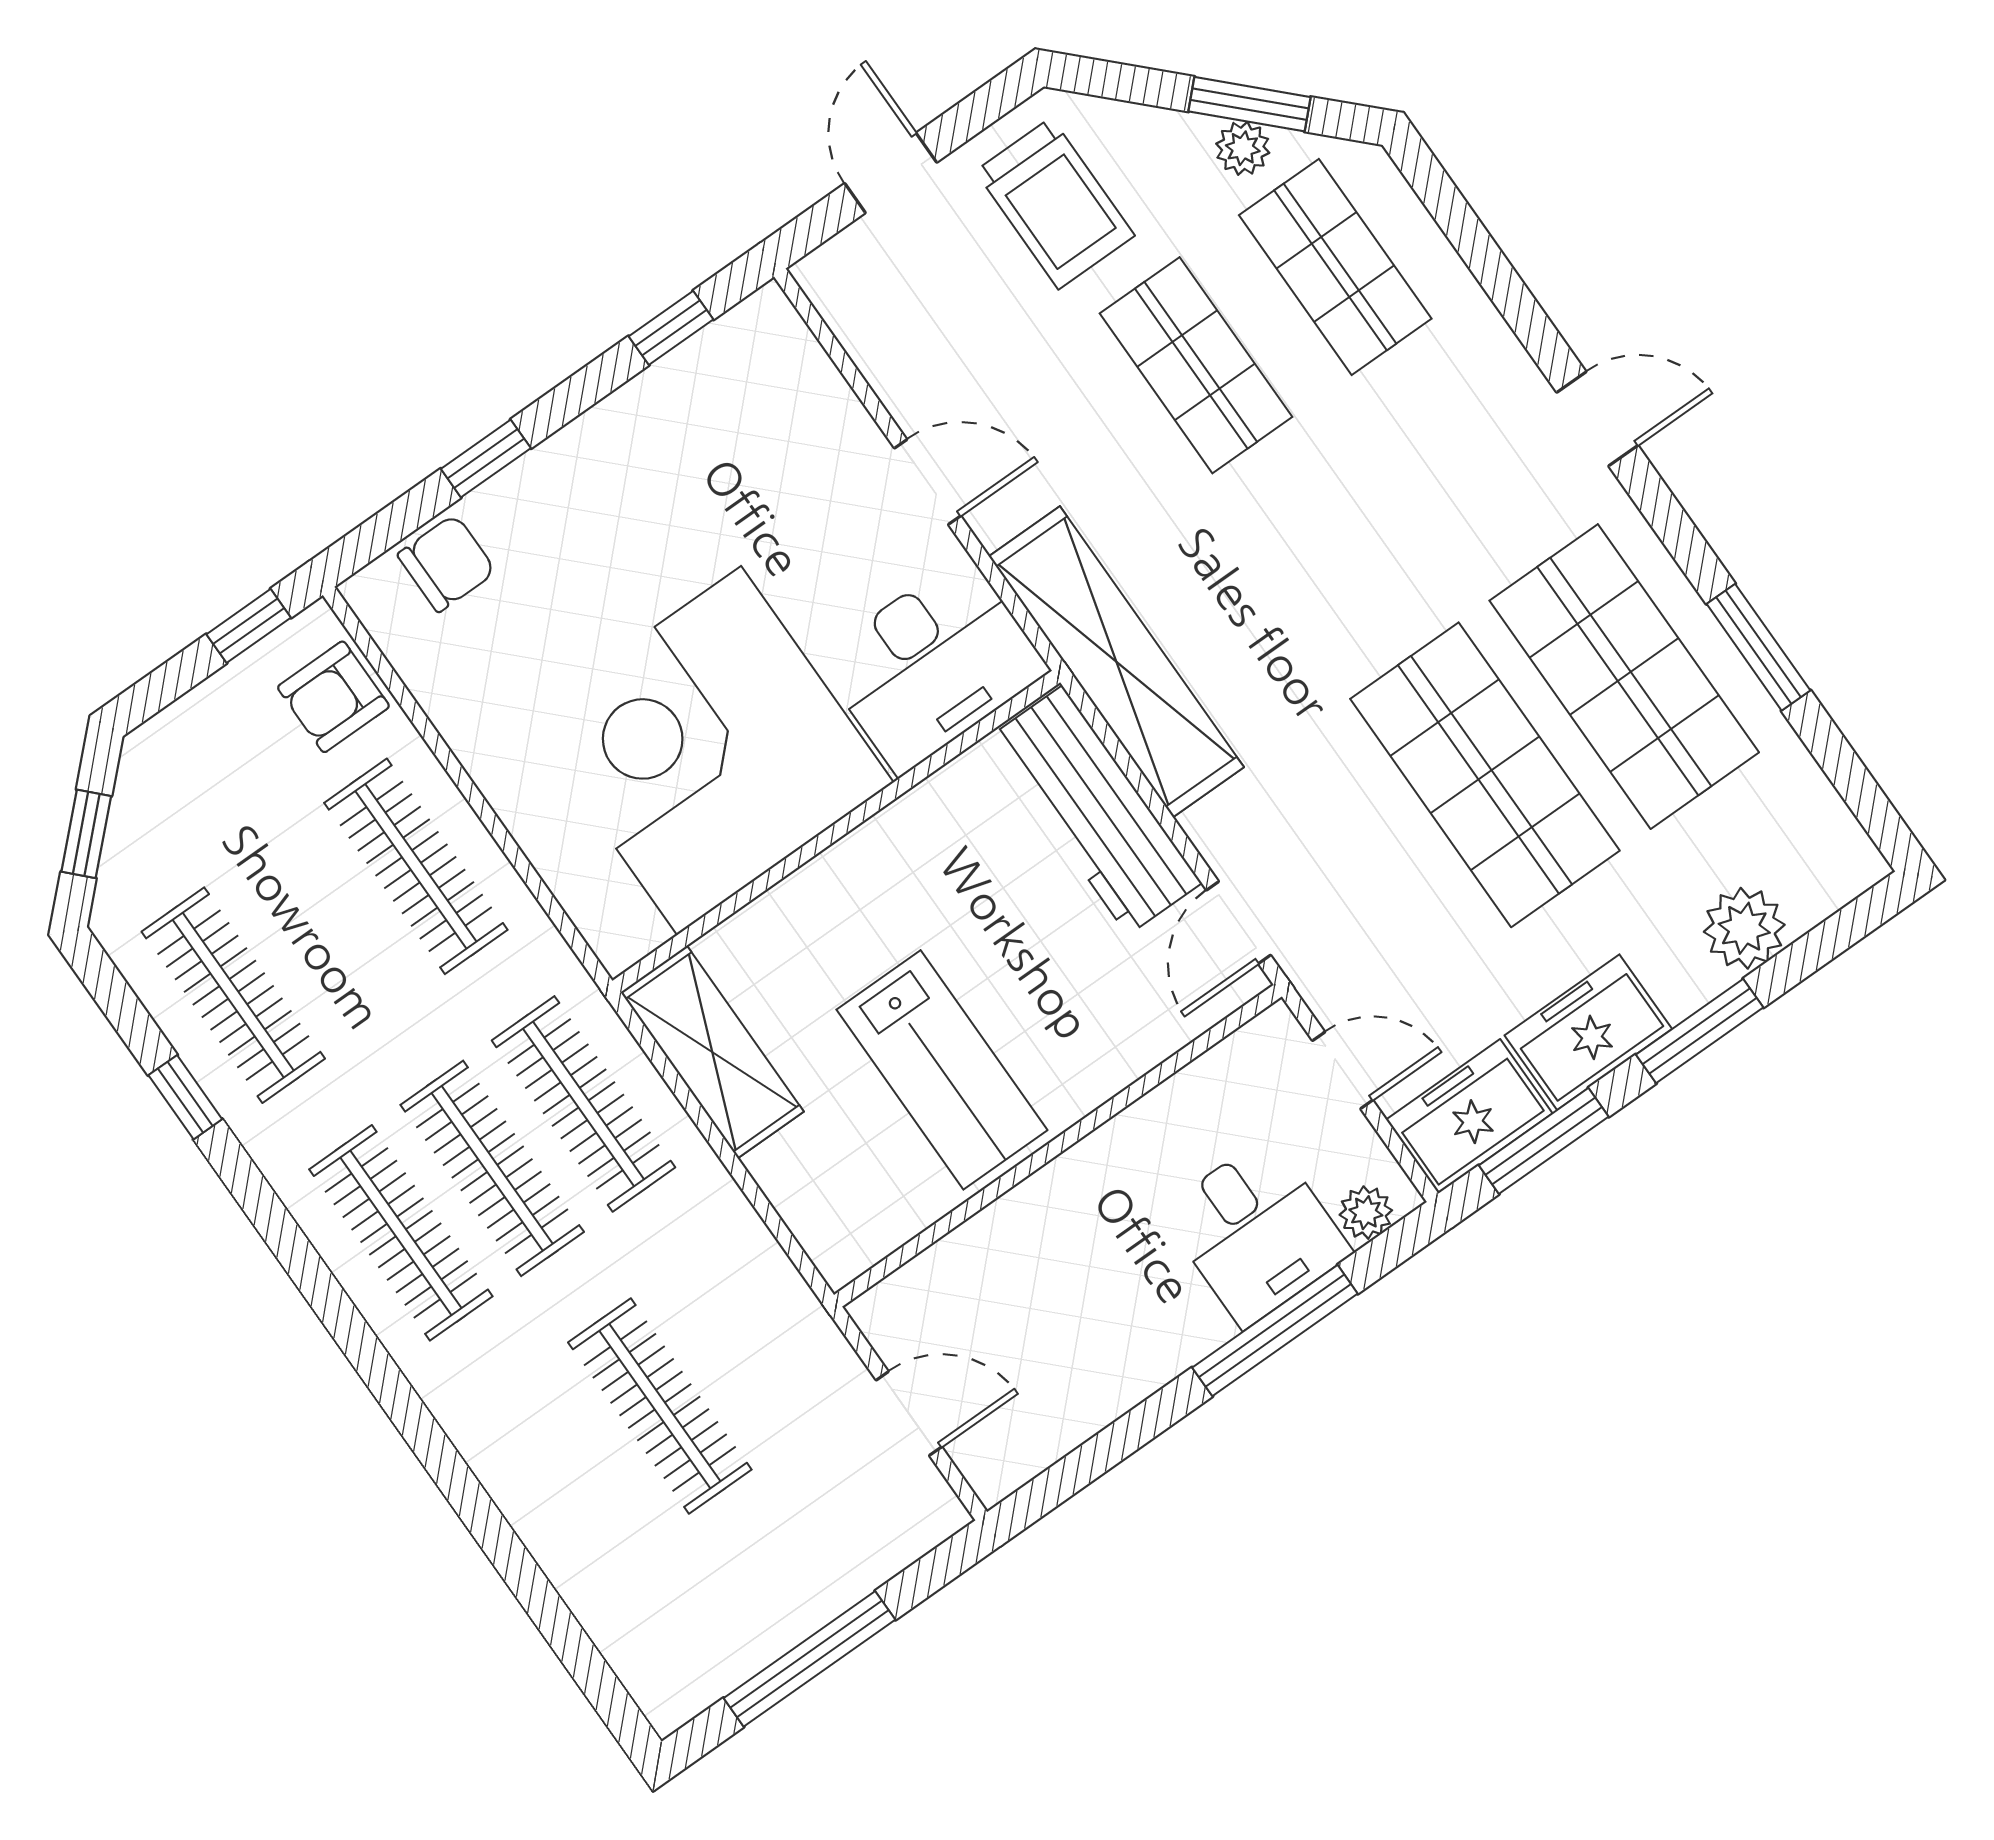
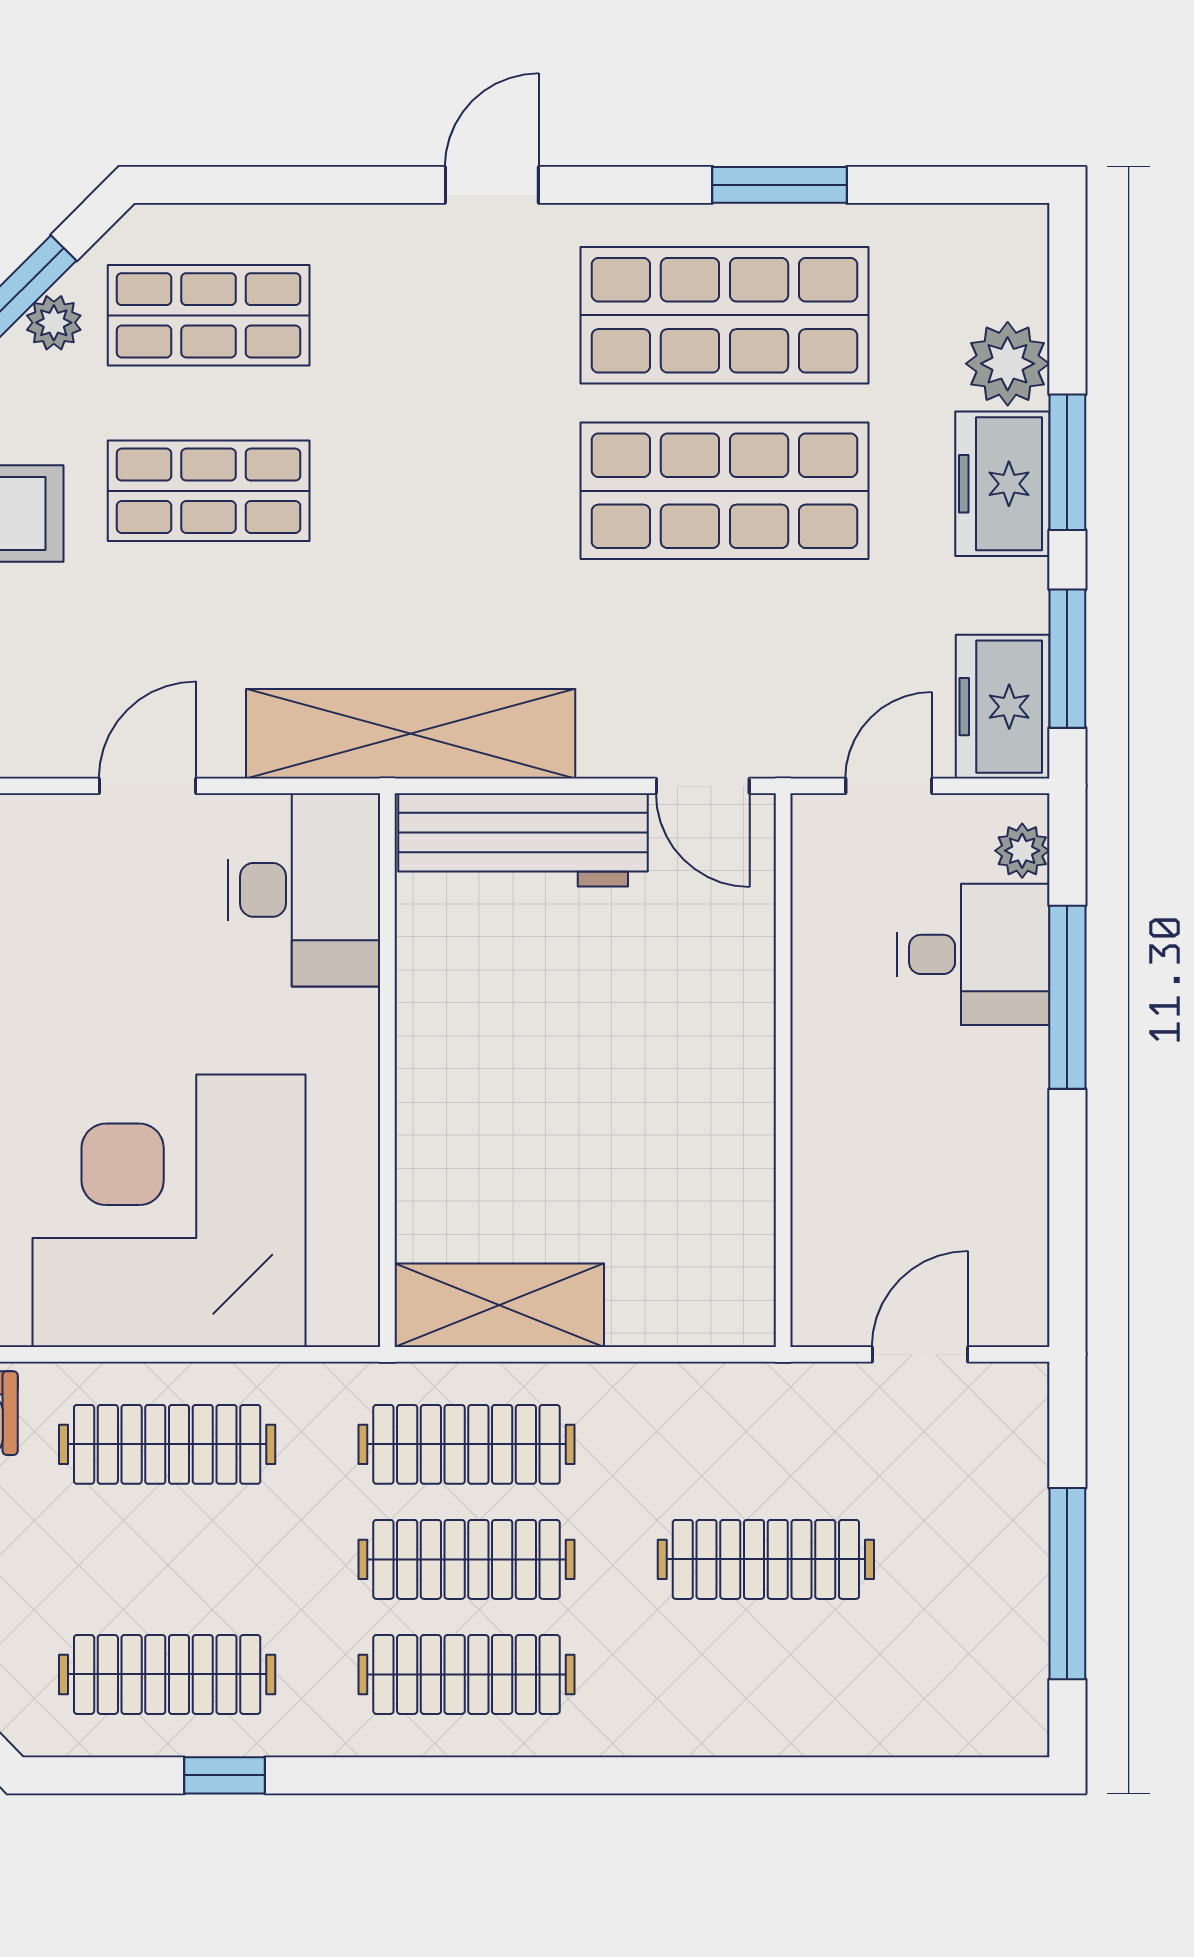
corner desk: (709, 750) -> (169, 1211), moved, turned 90
freezer: (1588, 1032) -> (1002, 484), moved
lab bench: (942, 1070) -> (651, 1123), removed

